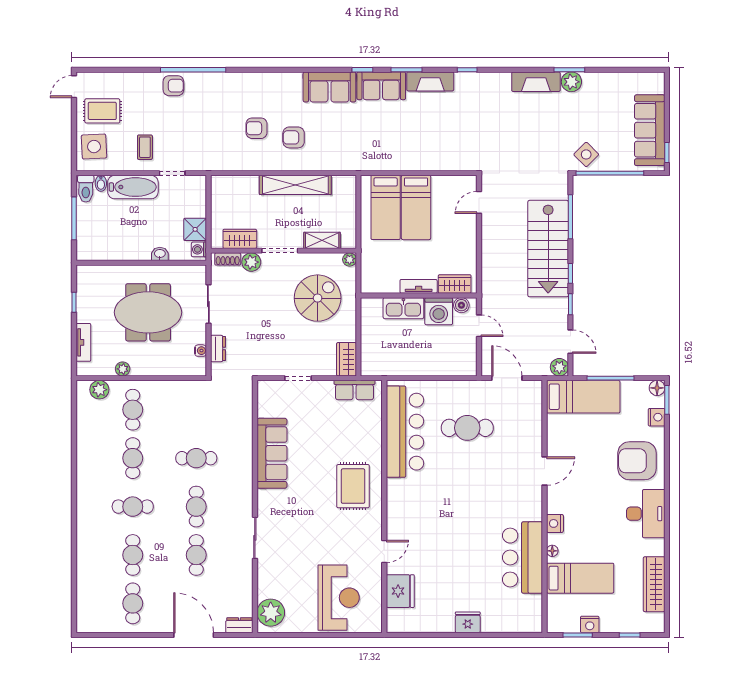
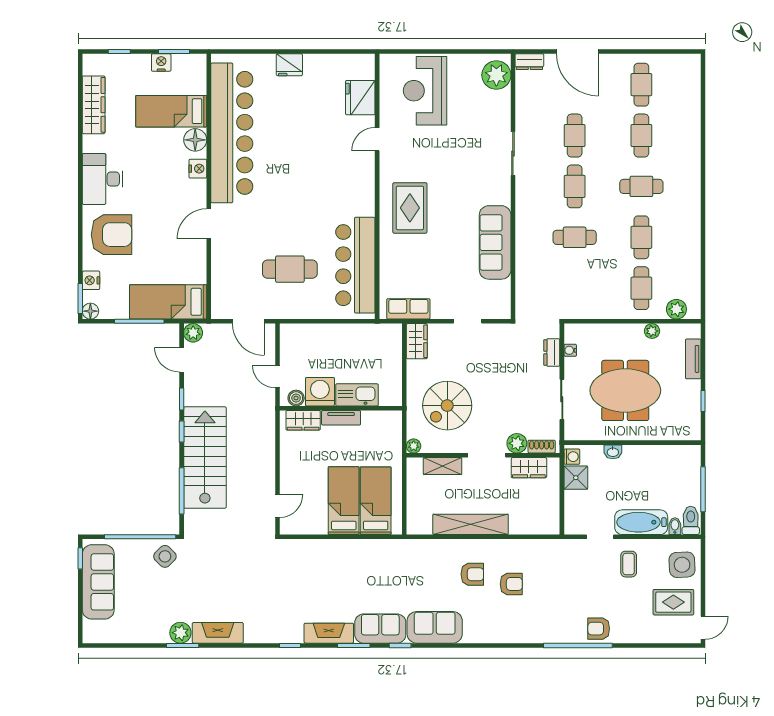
floor lamp: (552, 551) -> (195, 140), width x1.89, depth x1.89
bar counter: (523, 558) -> (232, 133), width x1.86

